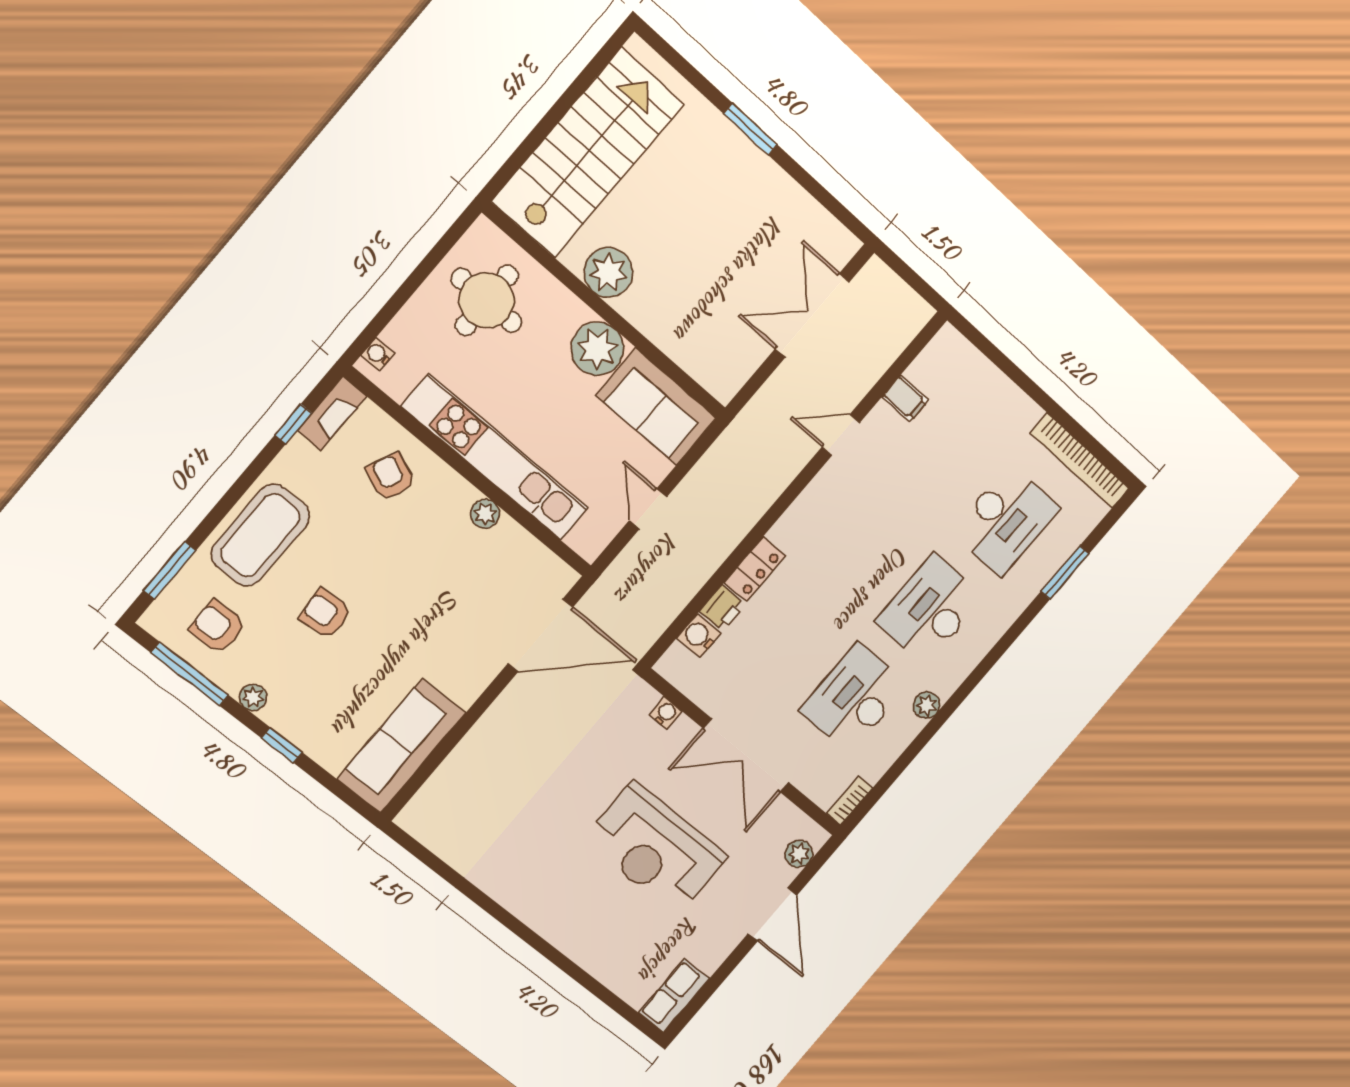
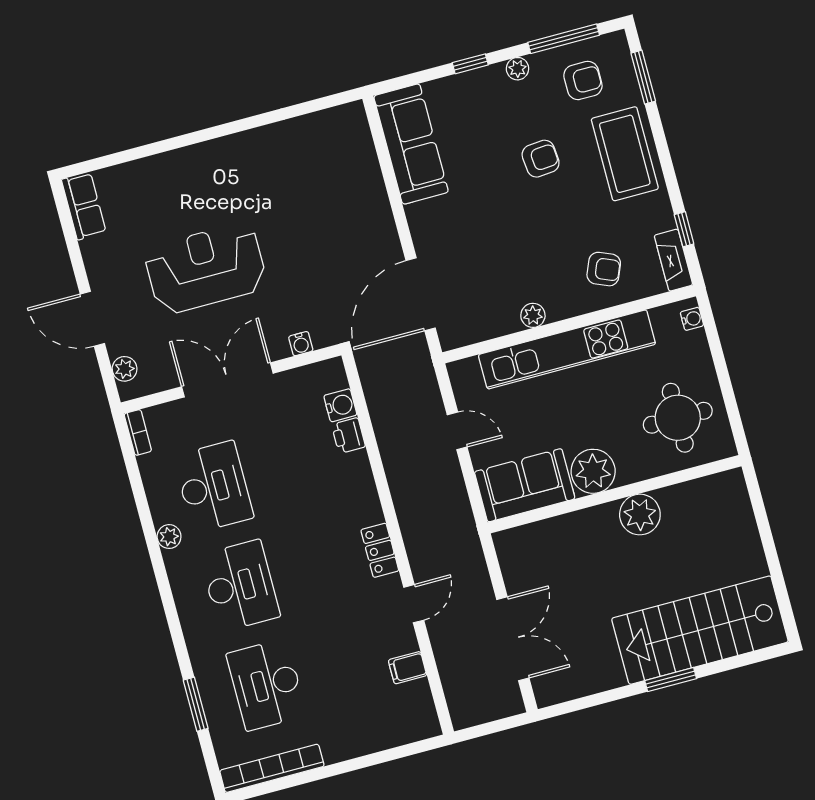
stairs: (588, 153) -> (700, 630), moved, turned 90
locker: (755, 569) -> (380, 550), moved

